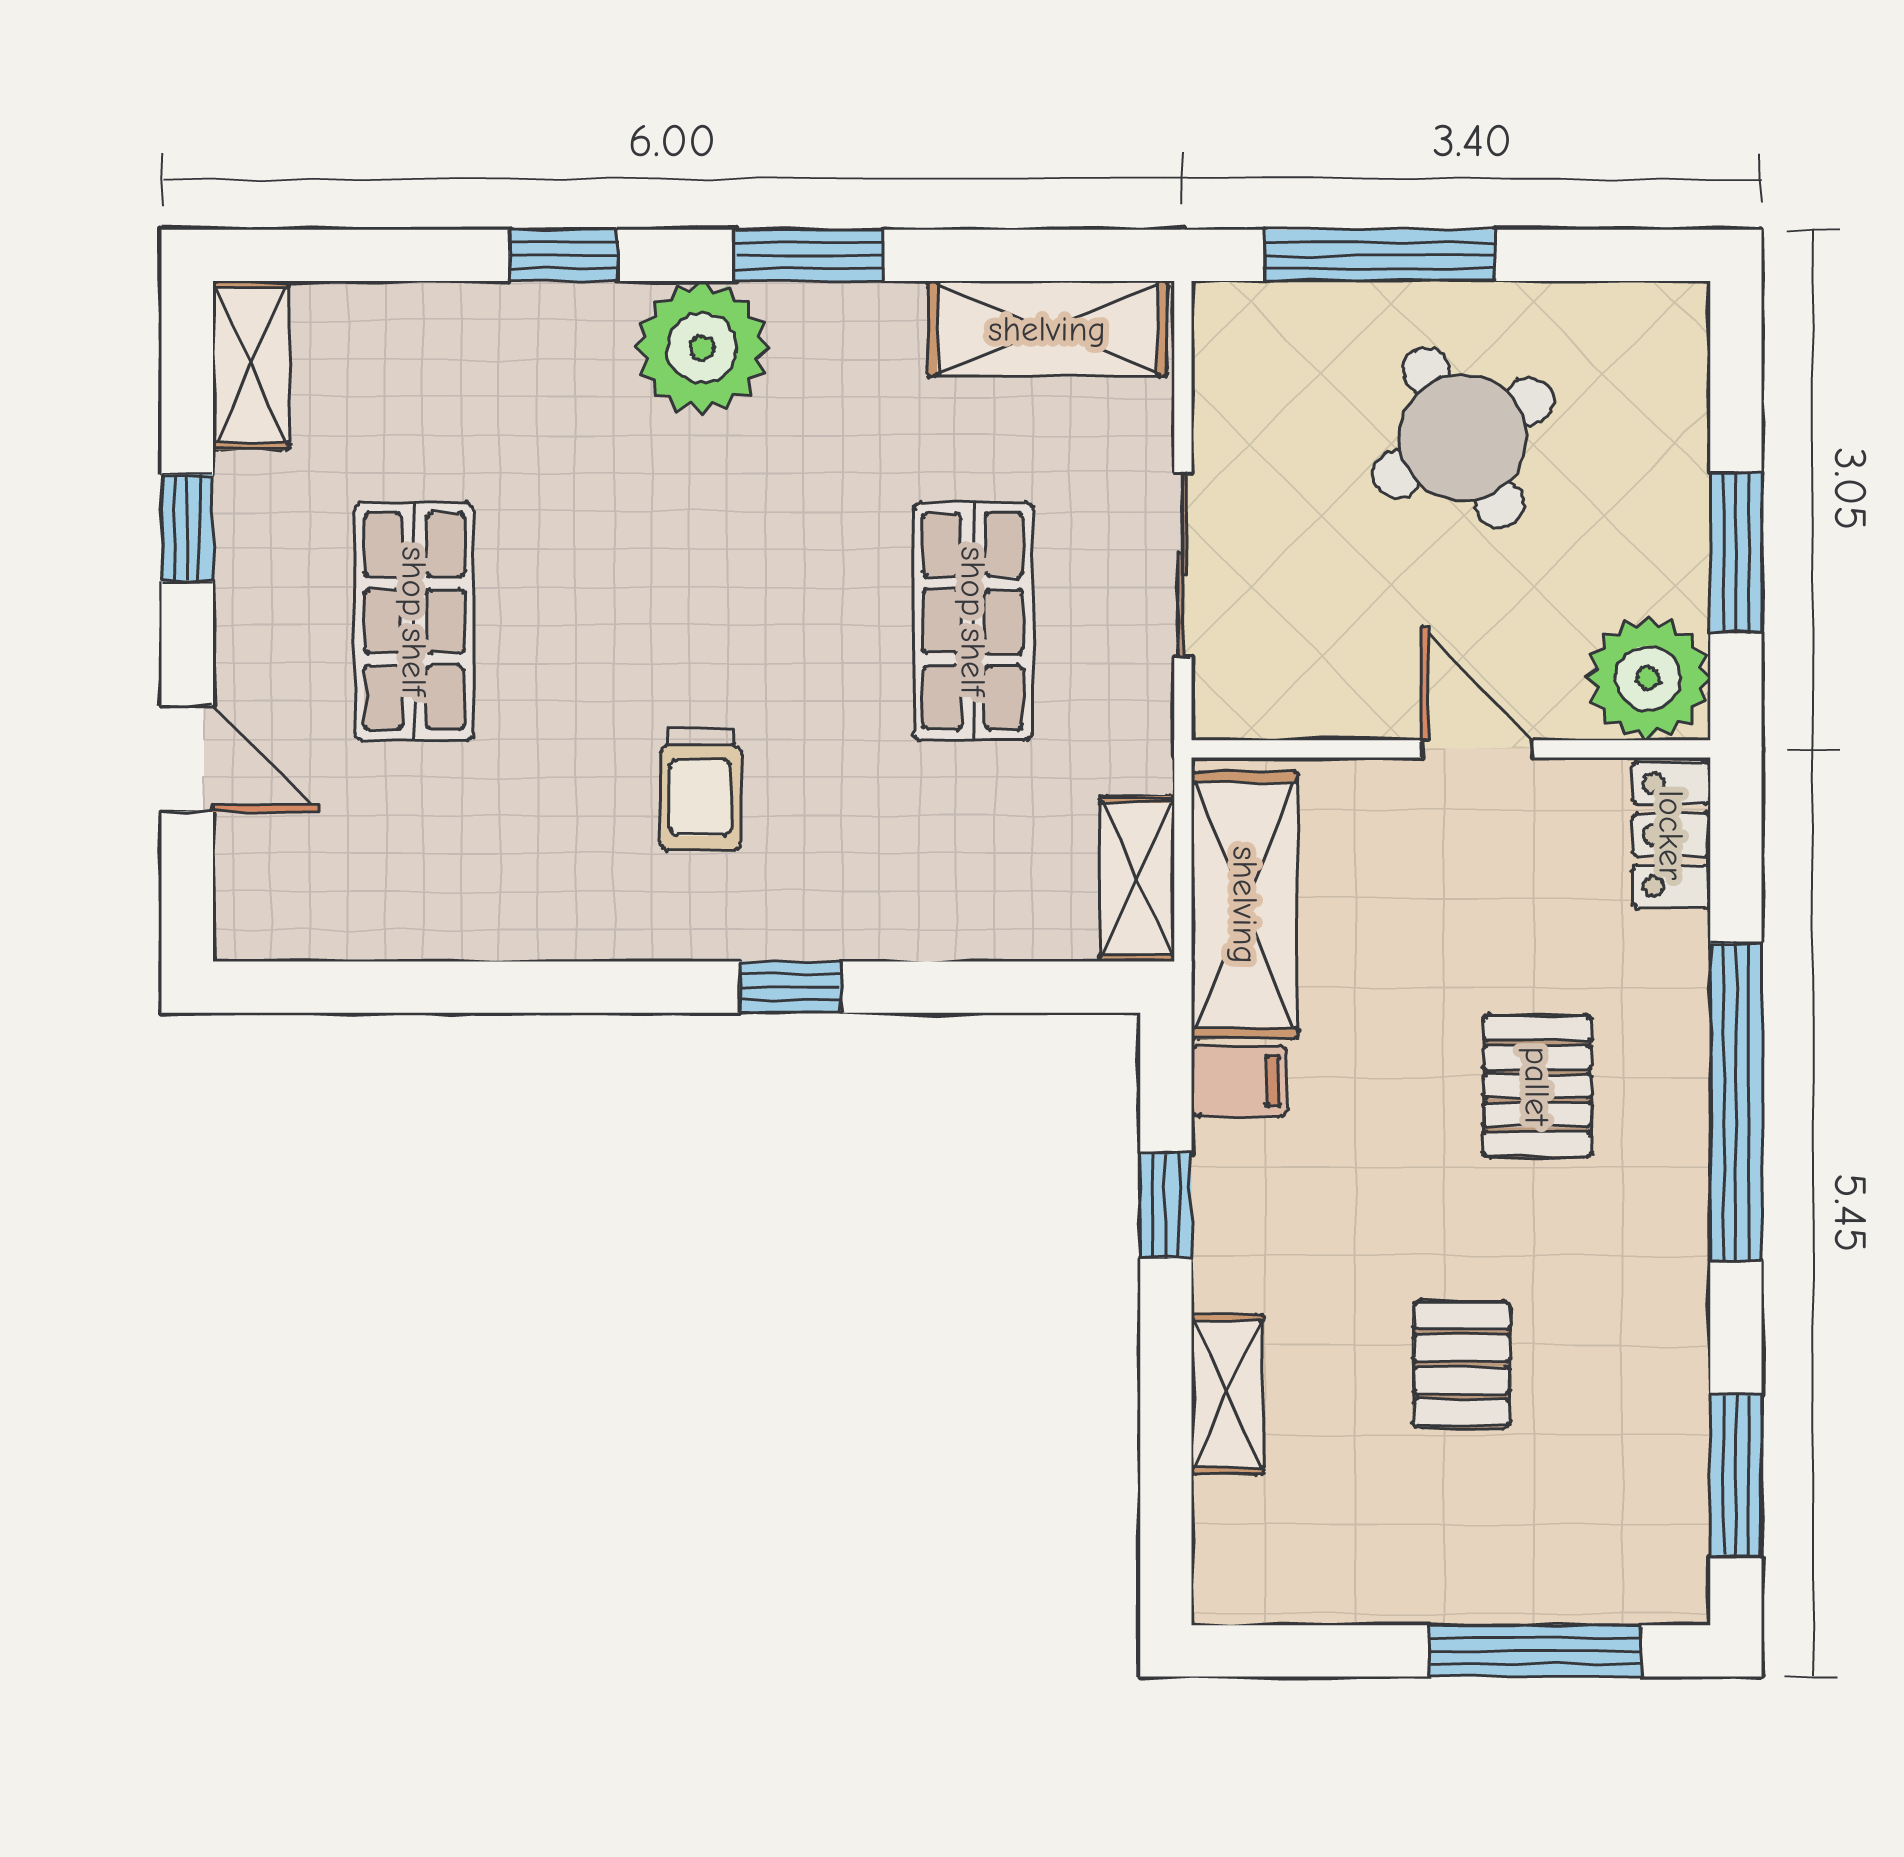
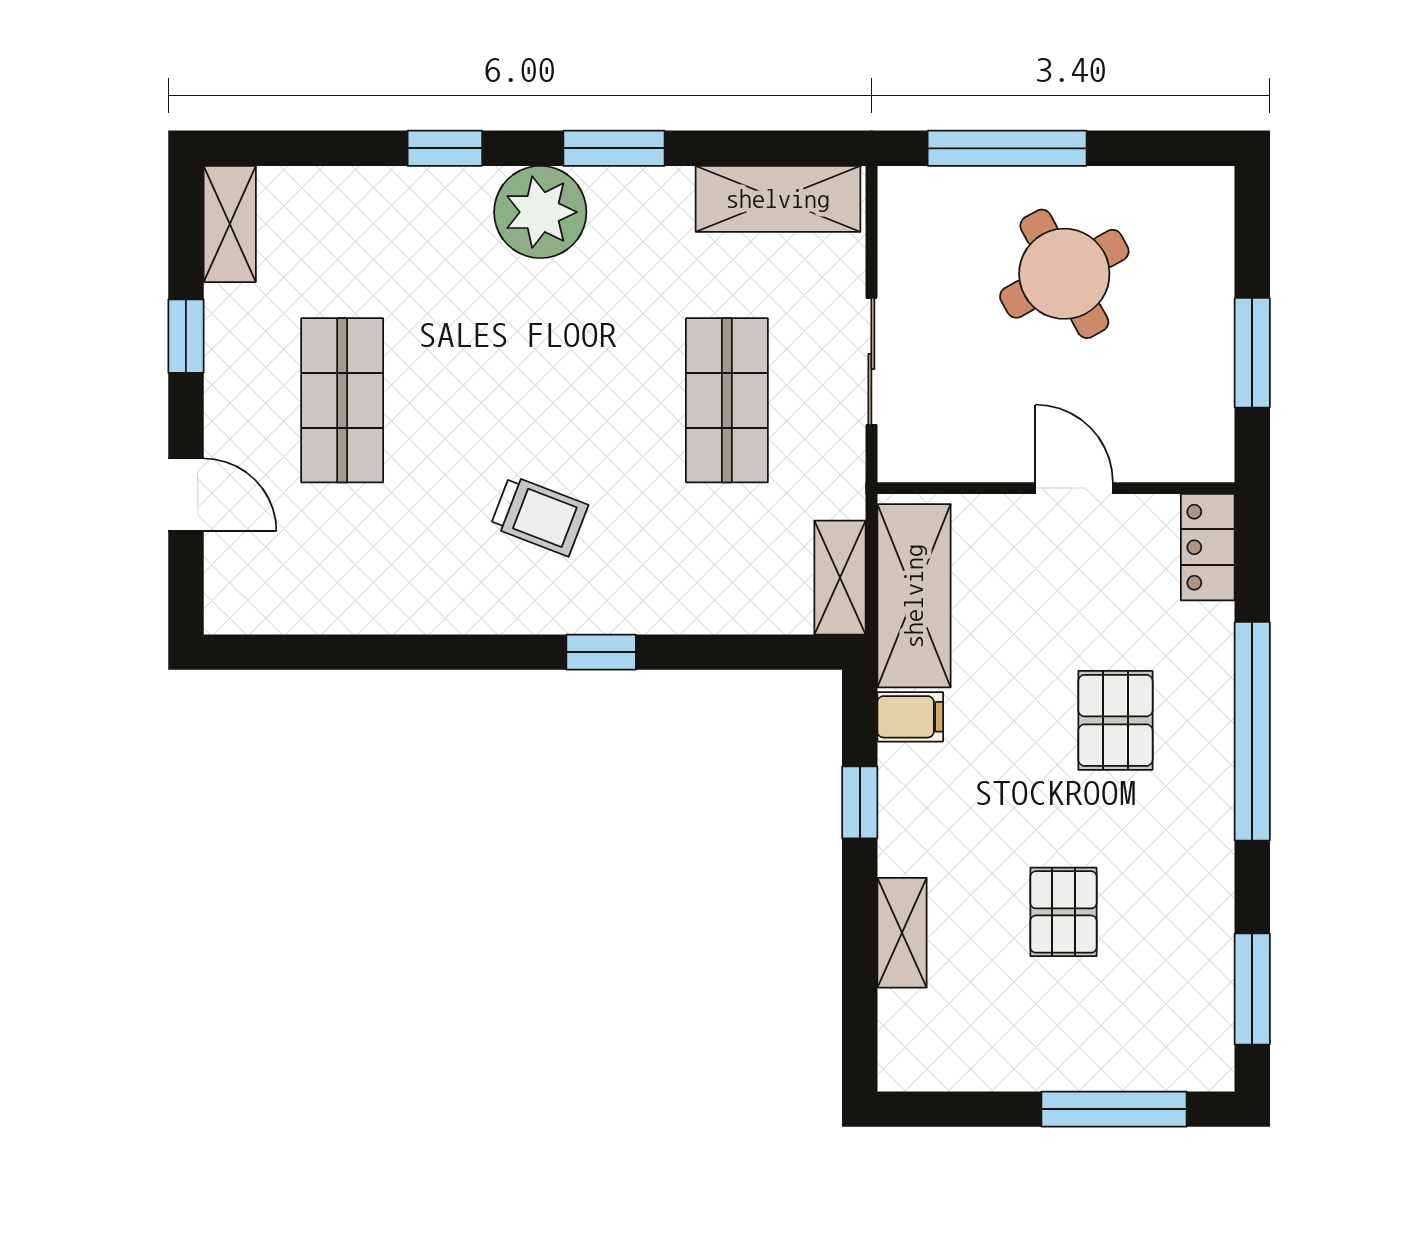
plant: (1648, 678) -> (1192, 439), removed
trolley: (701, 789) -> (539, 516), turned -69

